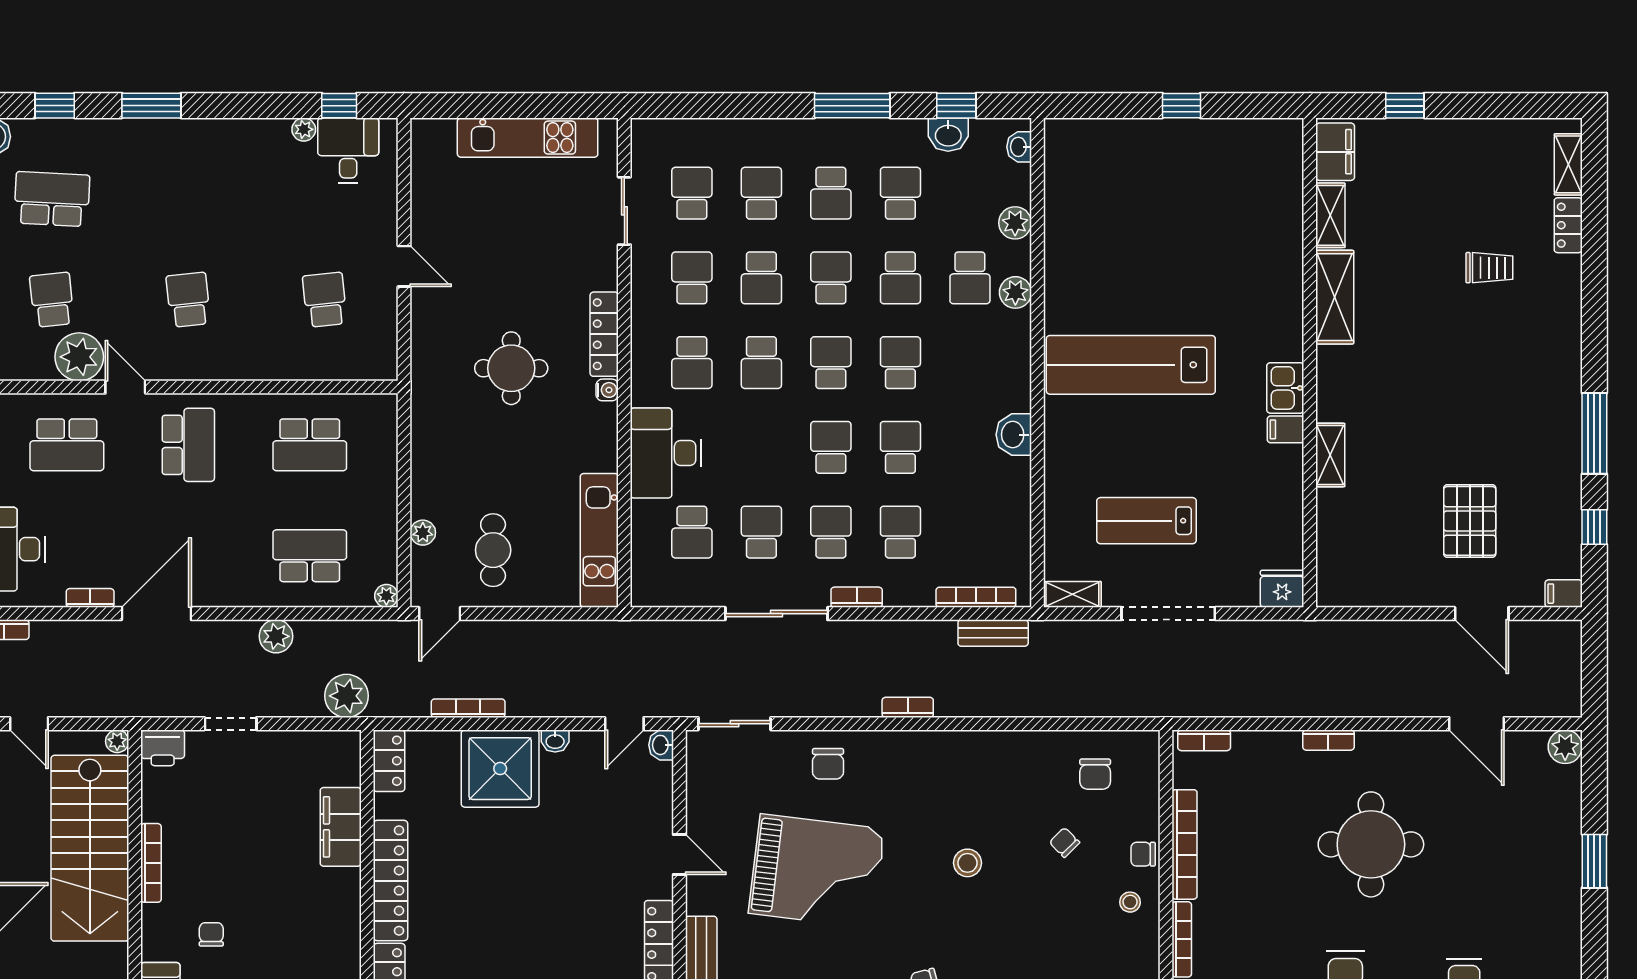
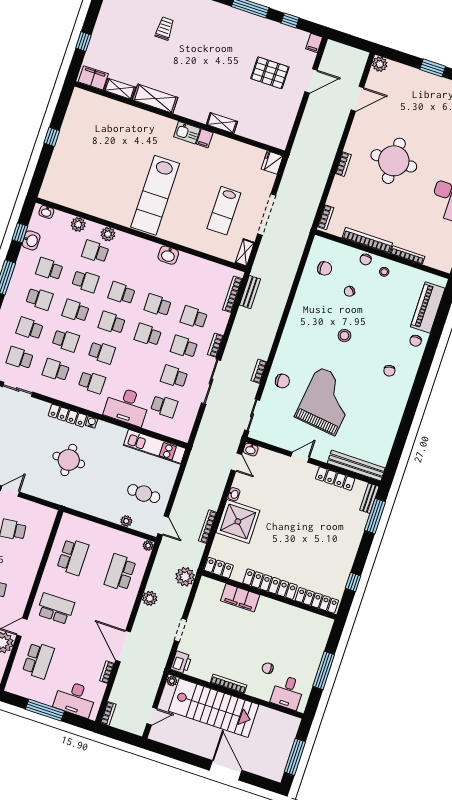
school desk: (970, 278) -> (95, 252), turned 180
bookcase: (908, 707) -> (259, 371), moved

